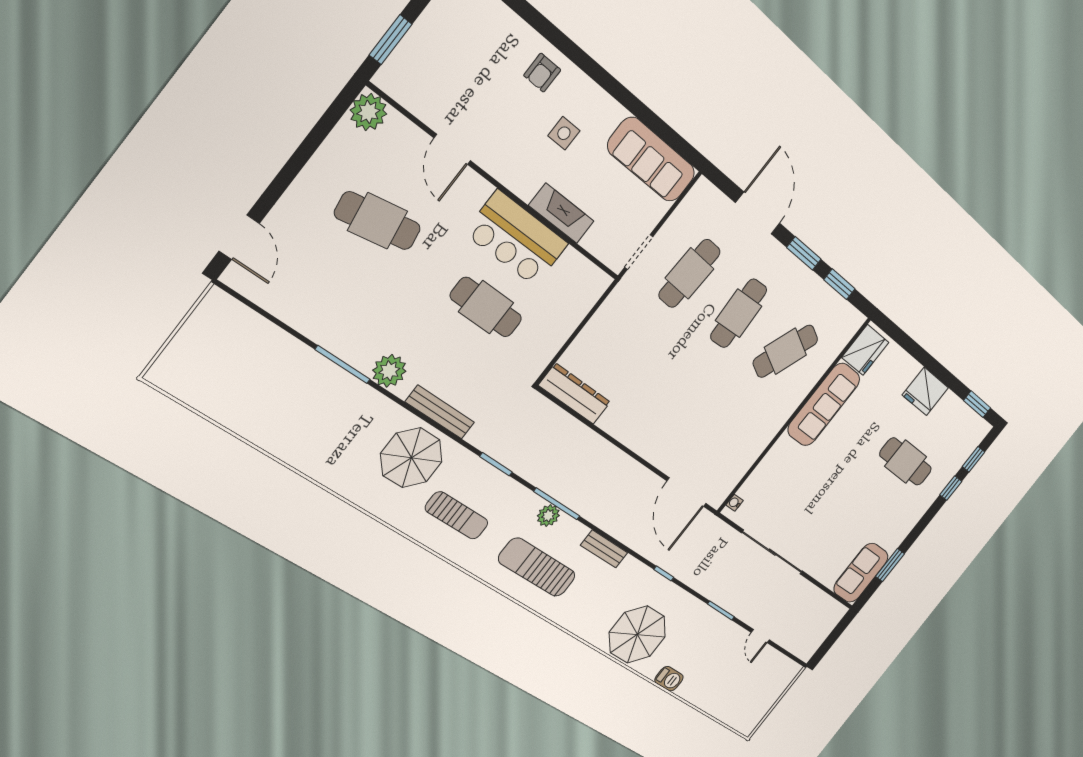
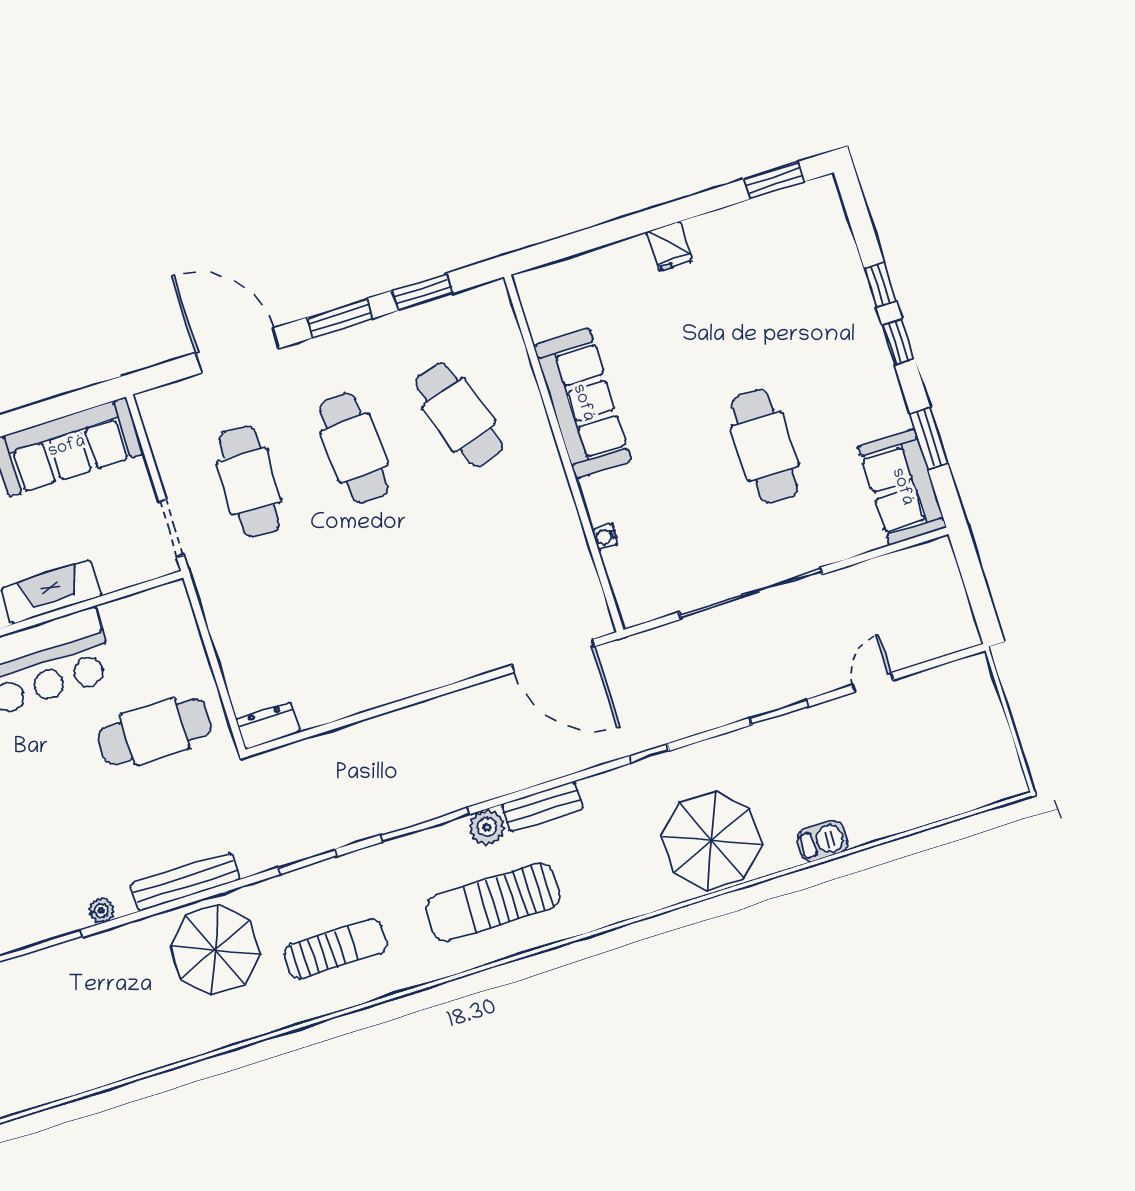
cafe table: (486, 307) -> (155, 732), moved
fridge: (865, 350) -> (549, 304), removed
cafe table: (785, 351) -> (459, 415), turned -42
plant: (389, 371) -> (101, 910), width x0.53, depth x0.53
fridge: (925, 391) -> (669, 246), width x0.53, depth x0.75
dresser: (575, 394) -> (268, 726), width x0.51, depth x0.80
window: (974, 459) -> (898, 342), moved
cafe table: (906, 462) -> (765, 446), moved, turned 90
water cooler: (734, 503) -> (605, 537), moved
plant: (548, 516) -> (487, 827), moved
door: (760, 636) -> (873, 683), swing flipped

